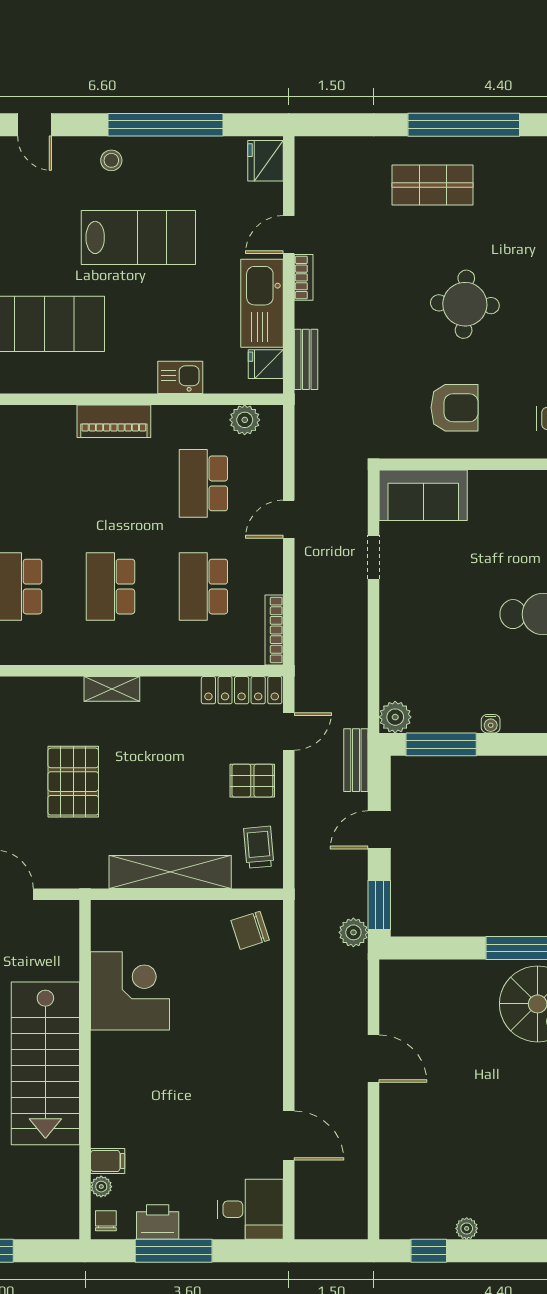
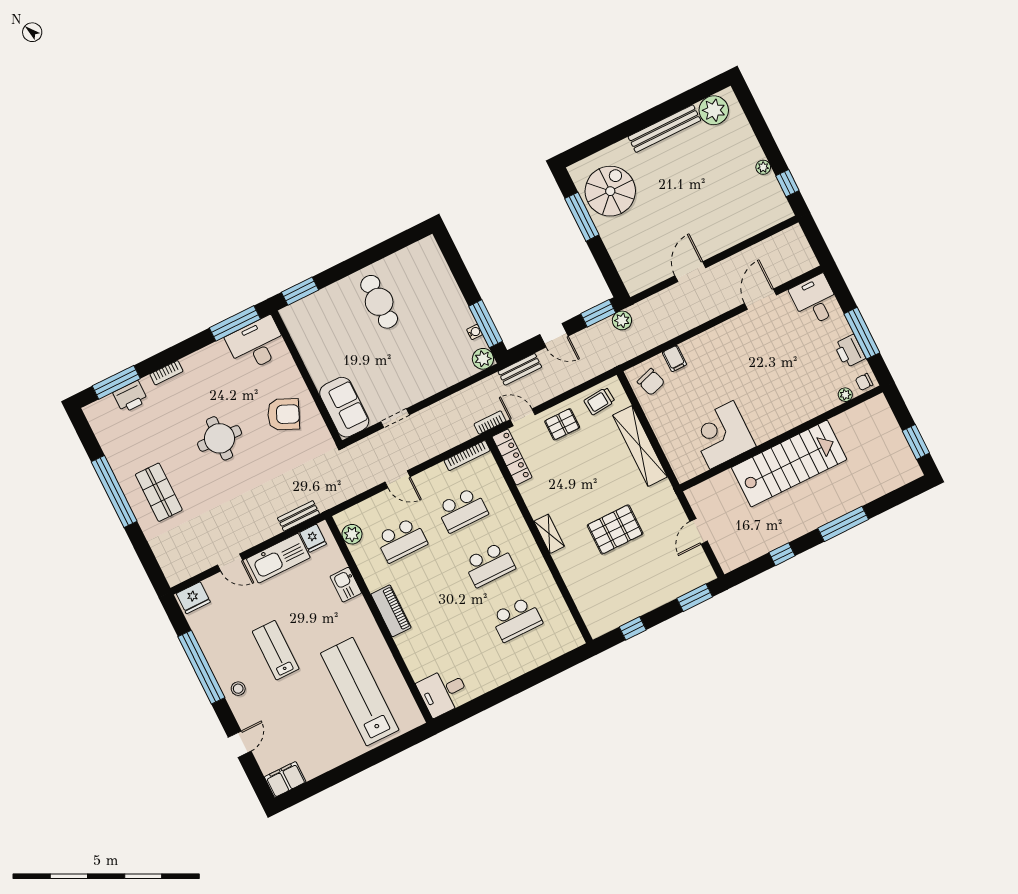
lab bench: (138, 237) -> (276, 650), width x0.73, depth x0.72
bookcase: (304, 277) -> (490, 423), moved
armchair: (454, 408) -> (284, 414), turned 114
water cooler: (491, 724) -> (475, 332), moved
pallet: (252, 781) -> (562, 424), turned 90
filing cabinet: (108, 1161) -> (674, 358), moved, turned 180

